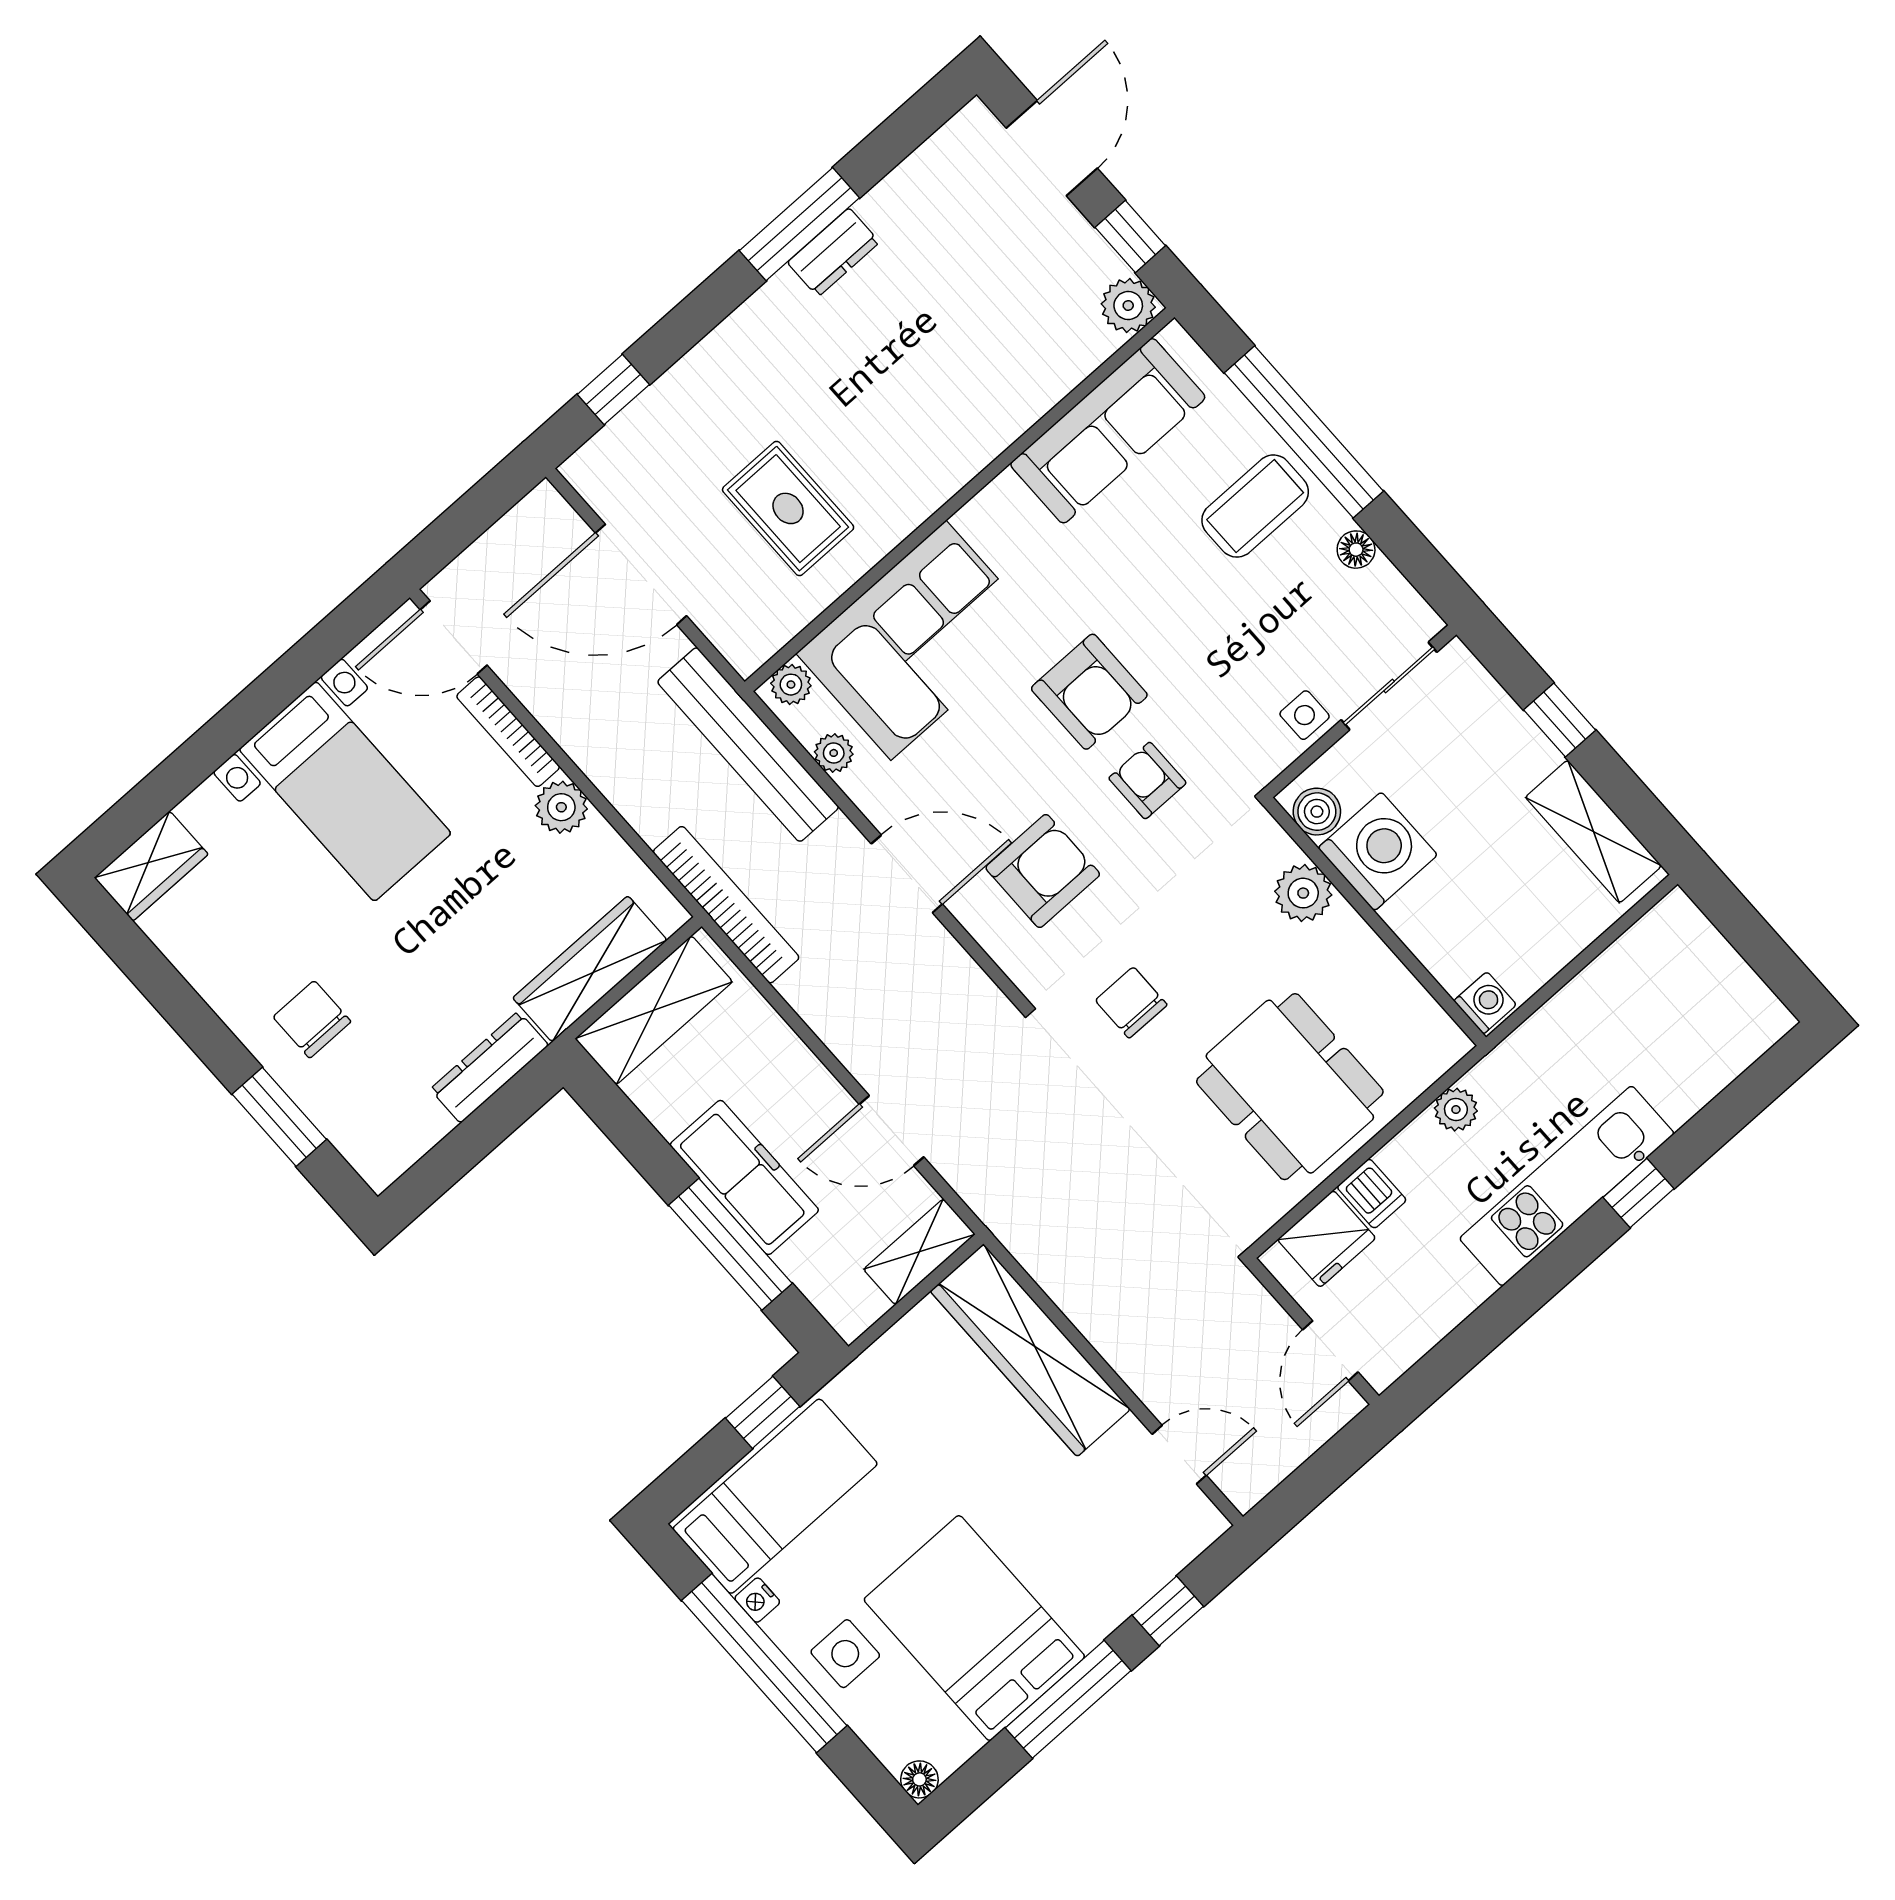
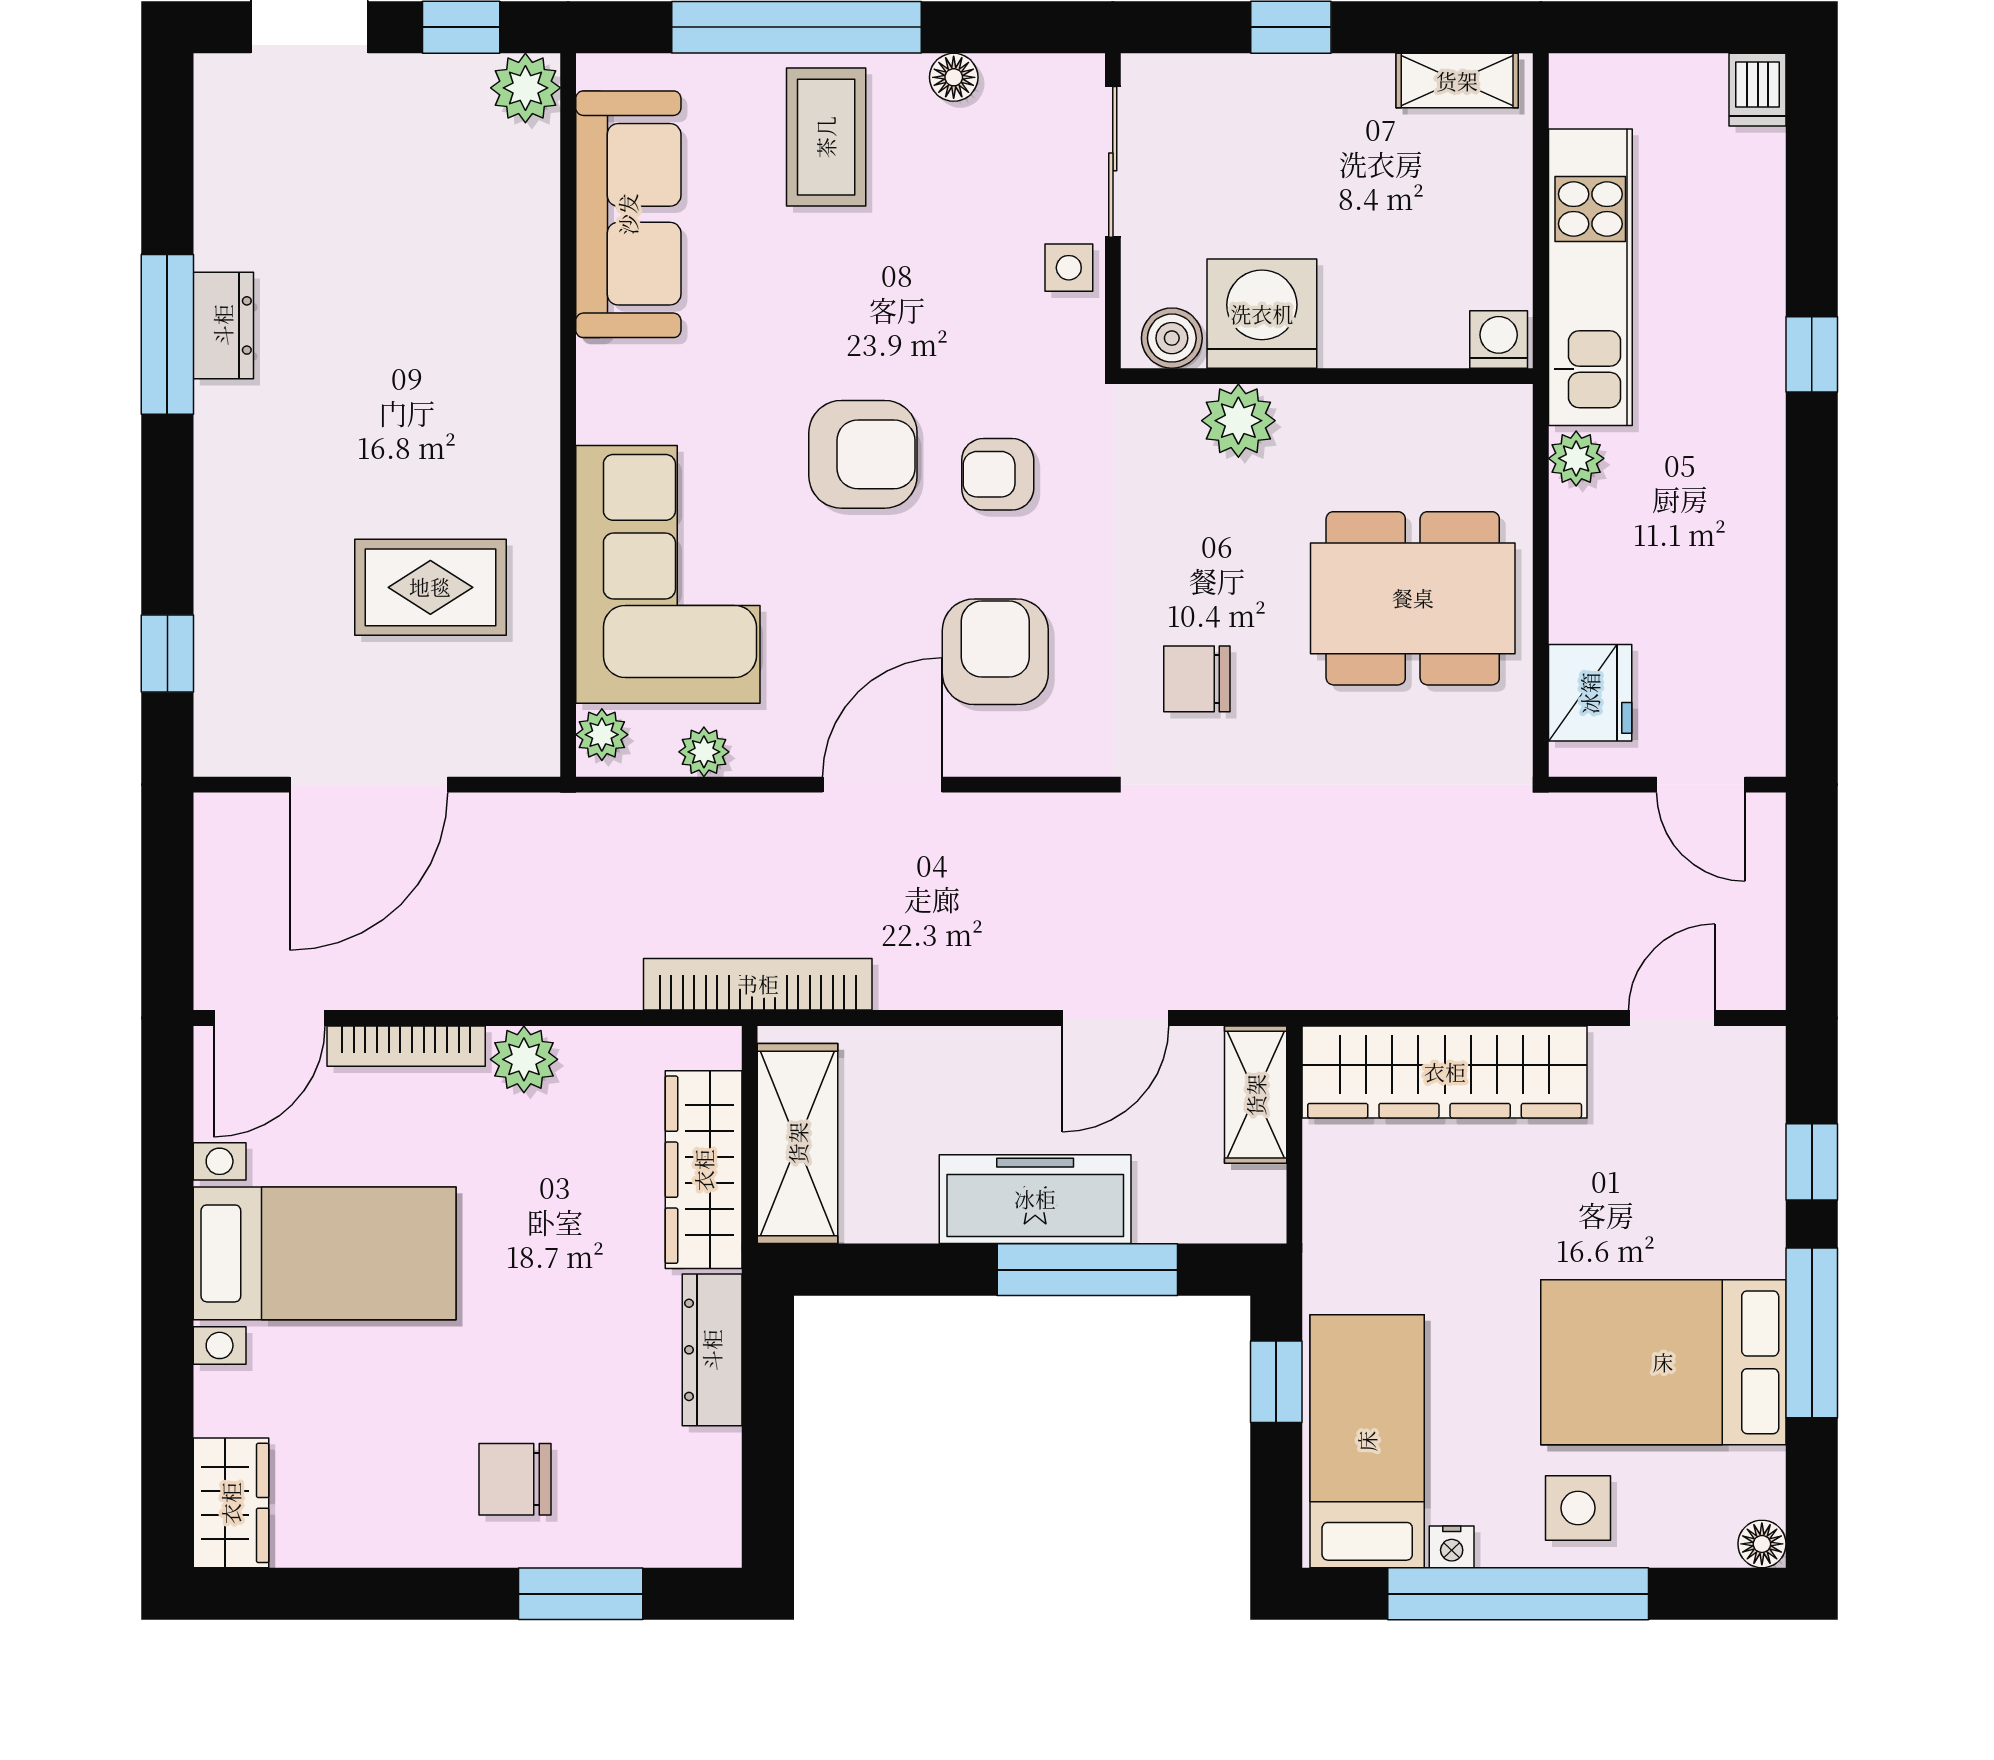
bench: (748, 745) -> (623, 827), removed
shelving: (1593, 832) -> (1457, 81), width x0.67, depth x0.75
kitchen unit: (1567, 1186) -> (1590, 277), moved, turned 180
dishwasher: (1372, 1194) -> (1758, 90), moved, turned 90

